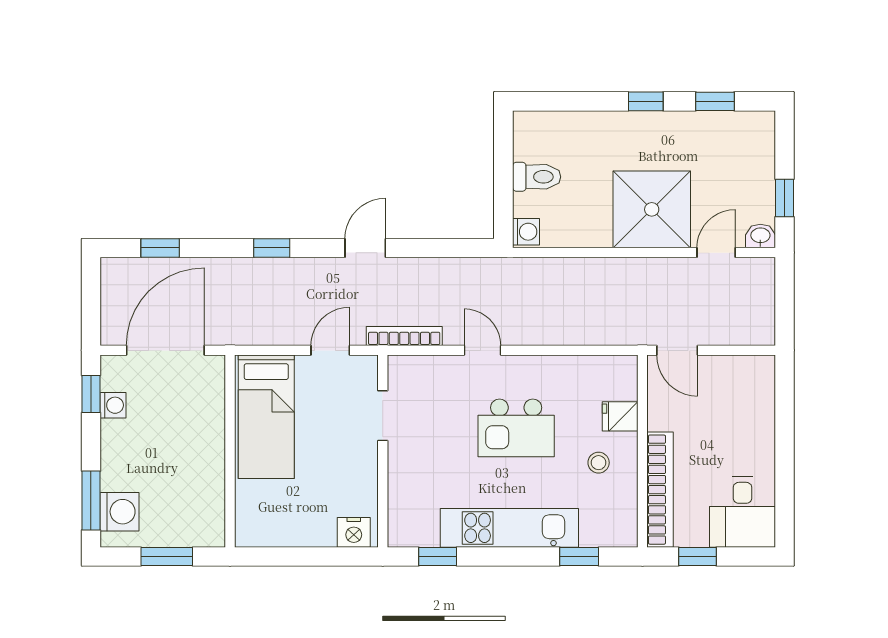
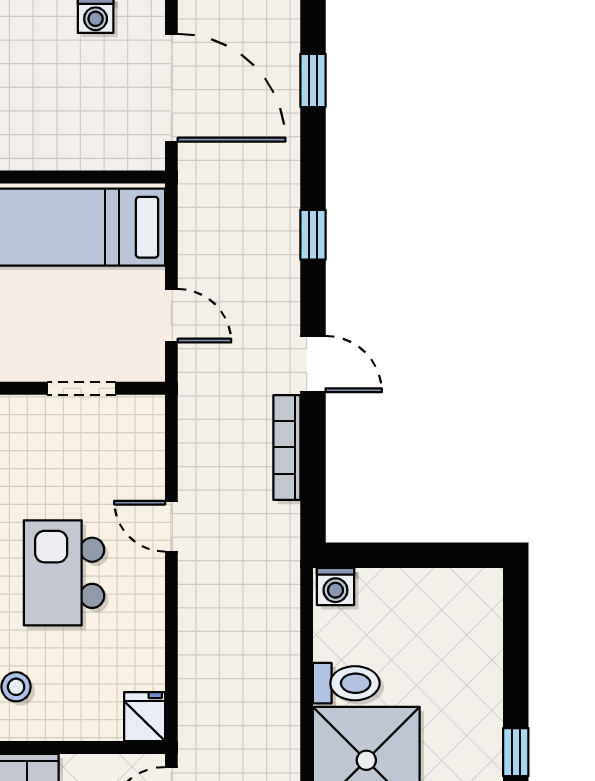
toilet: (537, 177) -> (346, 683), moved, turned -90
bookcase: (404, 336) -> (287, 447), moved, turned 180
door: (482, 350) -> (171, 526), swing flipped
fridge: (620, 416) -> (145, 717), moved

